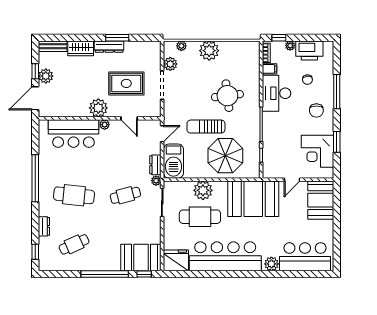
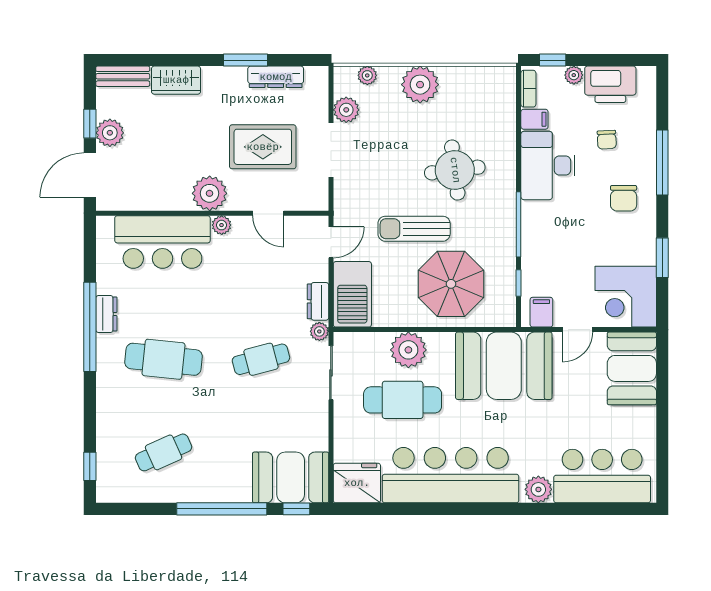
dresser: (109, 47) -> (276, 77), moved
corner desk: (317, 151) -> (626, 297), moved
filing cabinet: (273, 170) -> (541, 312), added
dresser: (44, 226) -> (106, 314), moved

